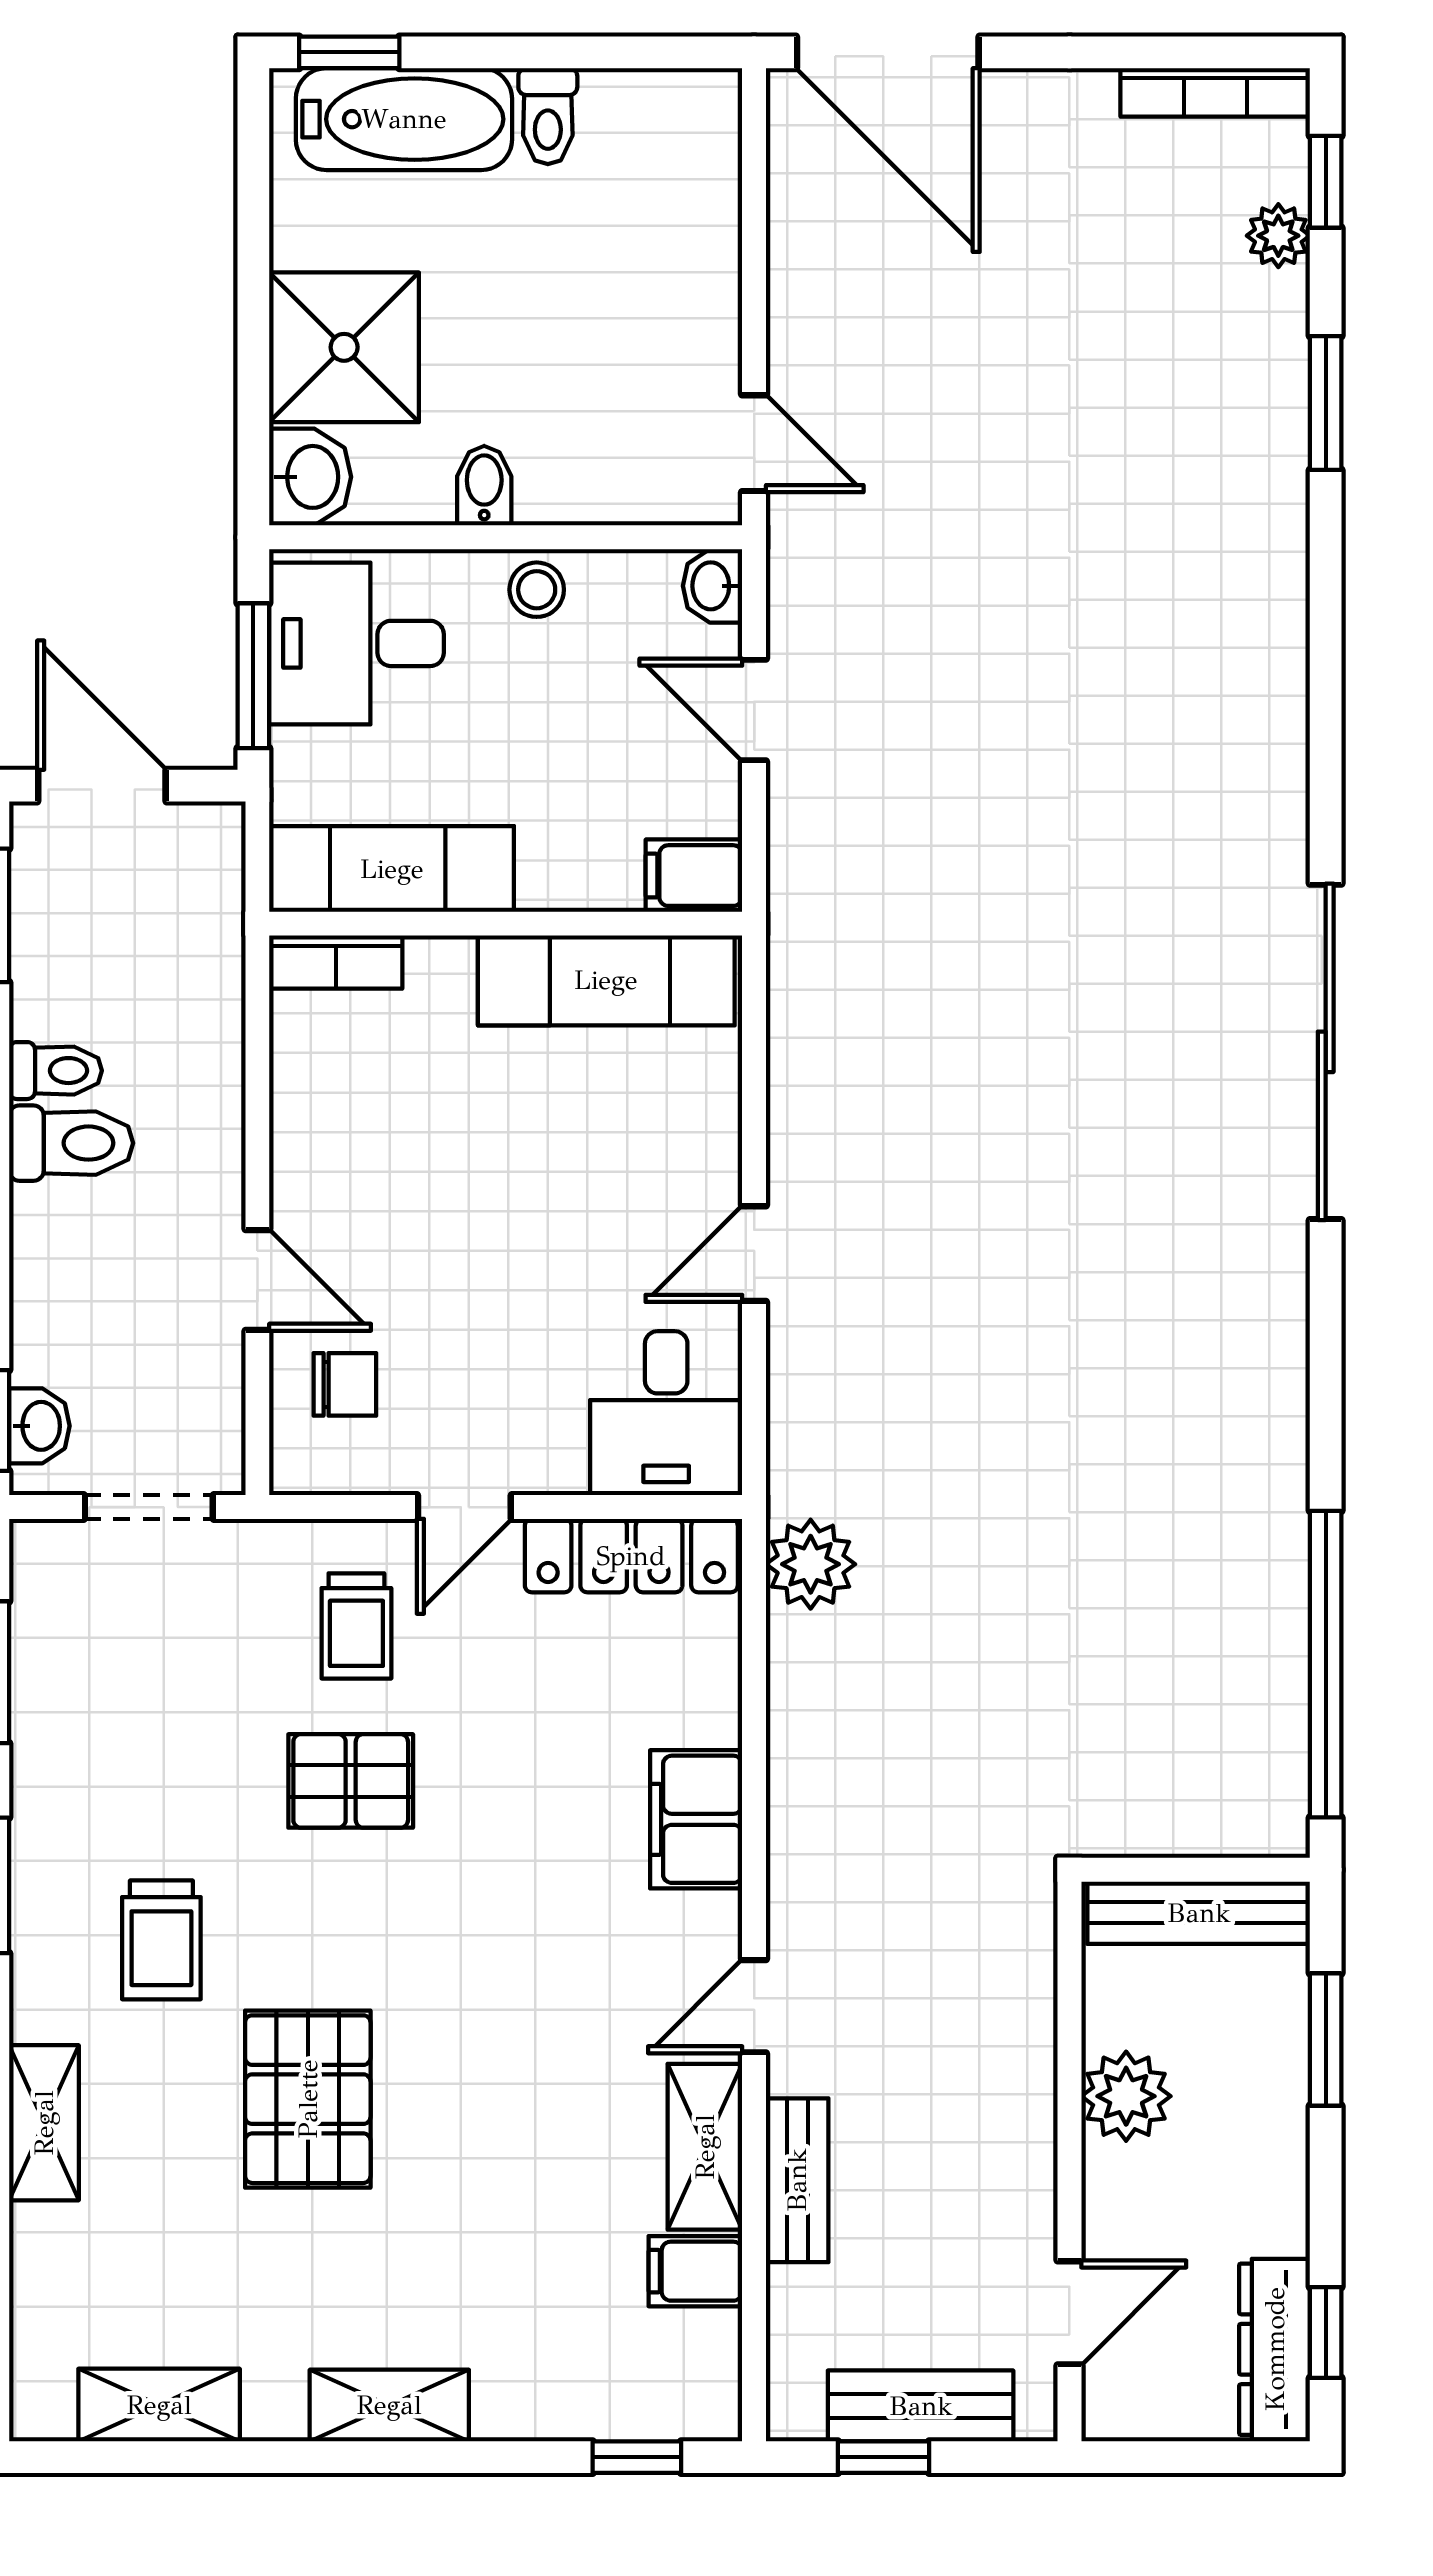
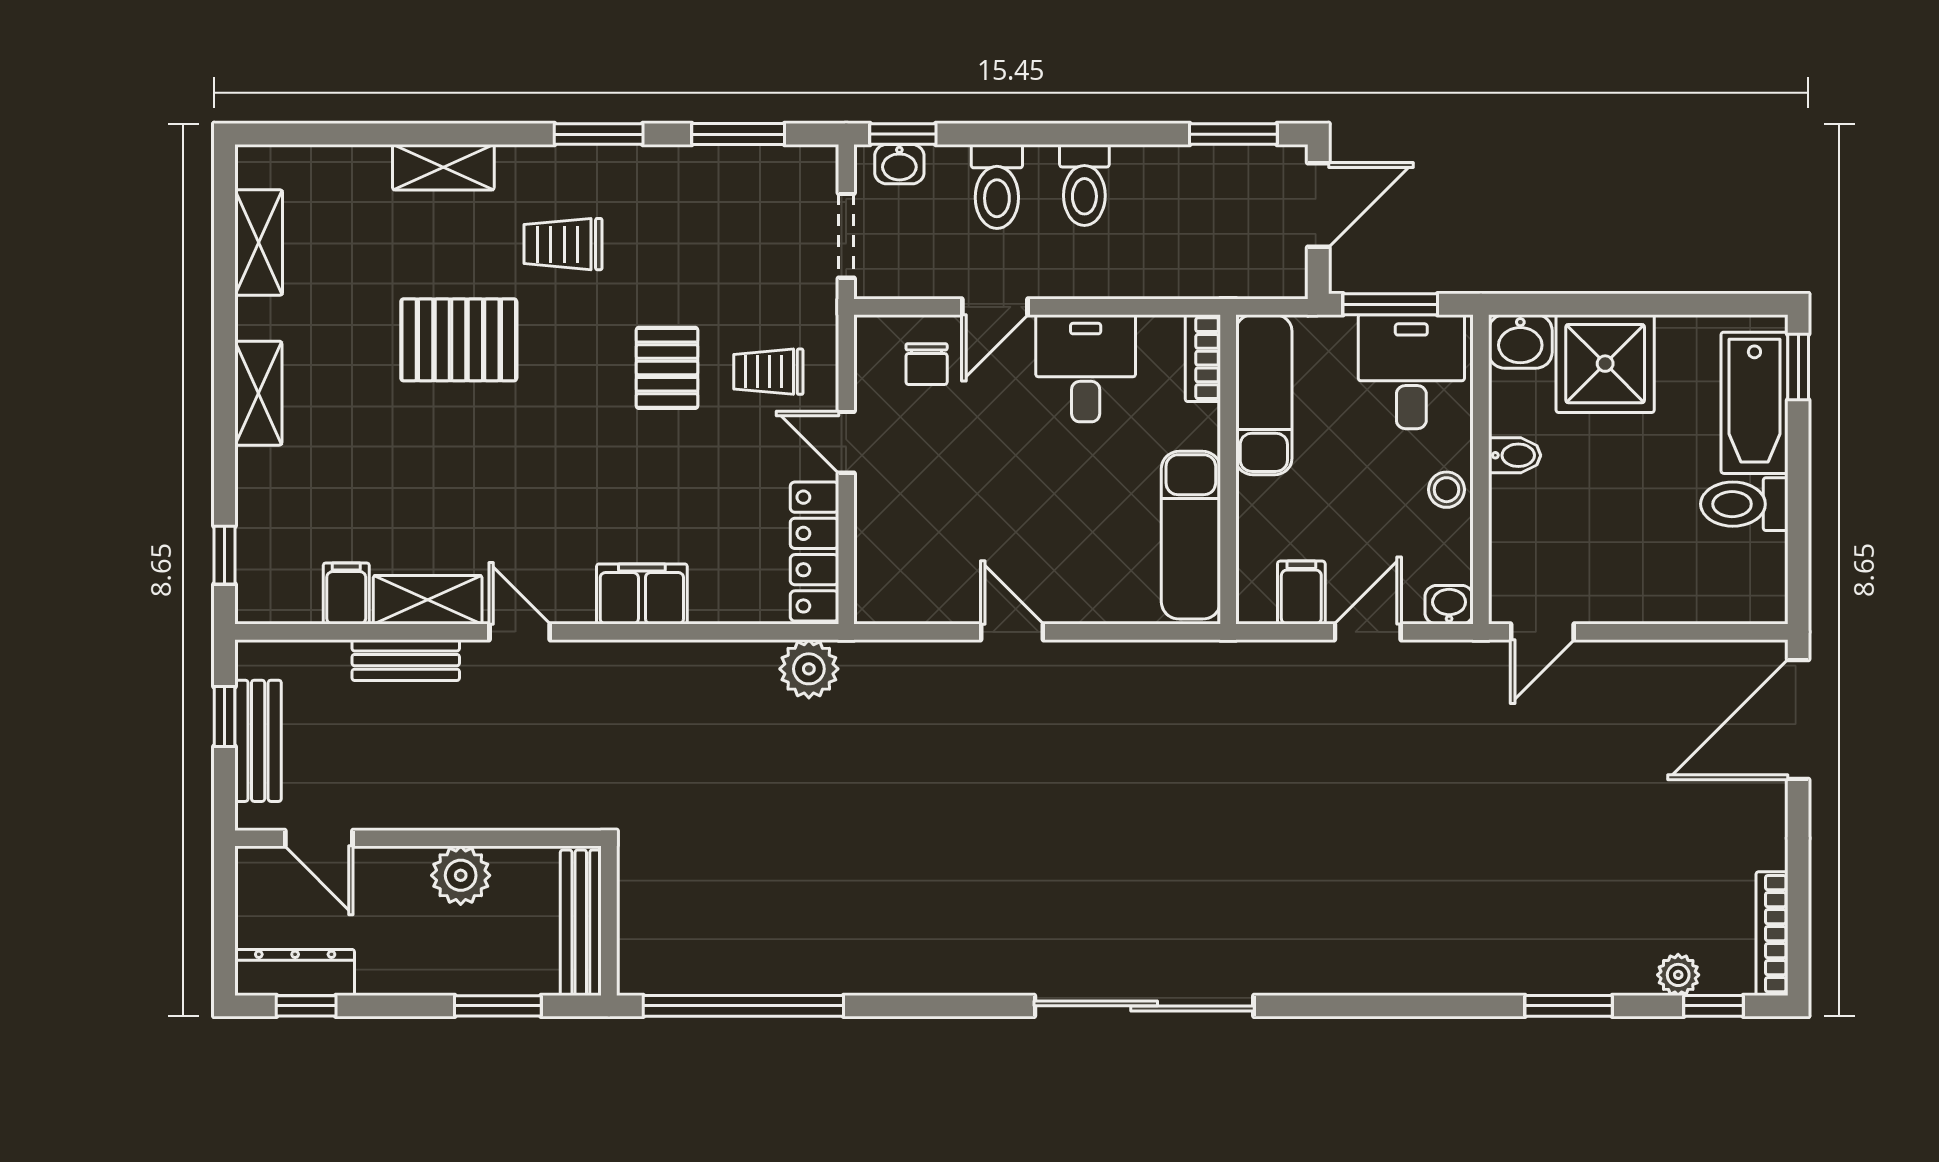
toilet: (548, 116) -> (1744, 504), width x1.37, depth x1.39
filing cabinet: (694, 876) -> (1301, 593), moved
toilet: (55, 1071) -> (997, 186), moved, width x1.37, depth x1.39
desk: (666, 1413) -> (1086, 368), moved, turned 90

